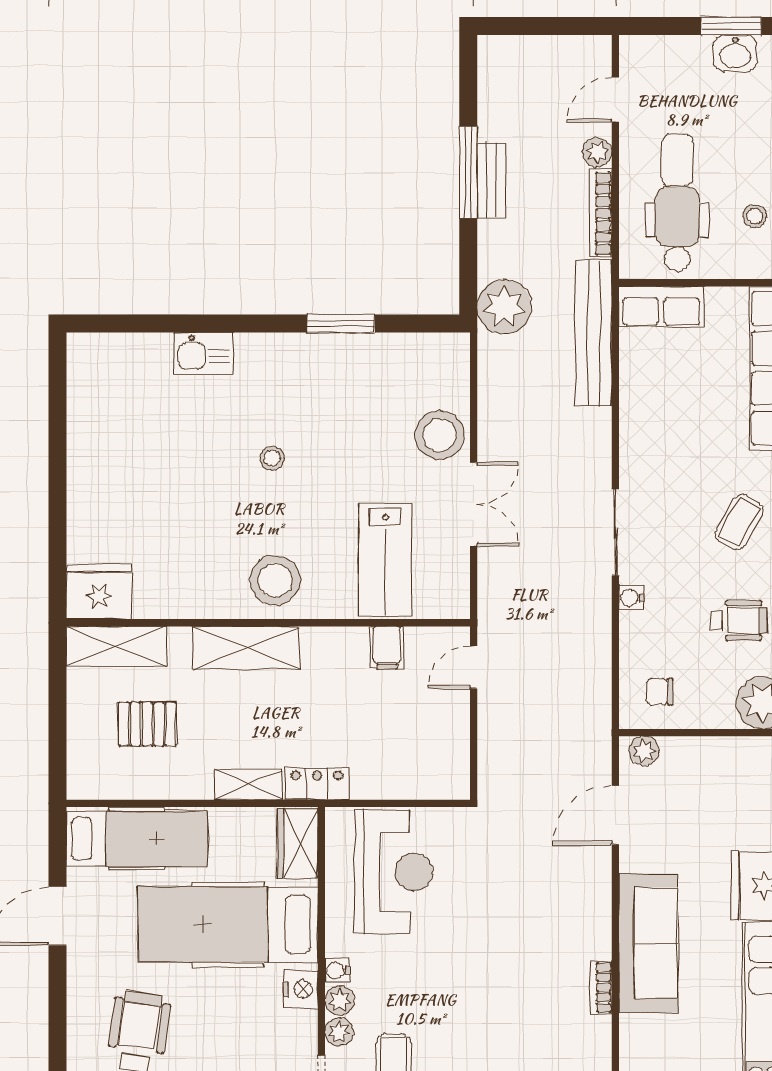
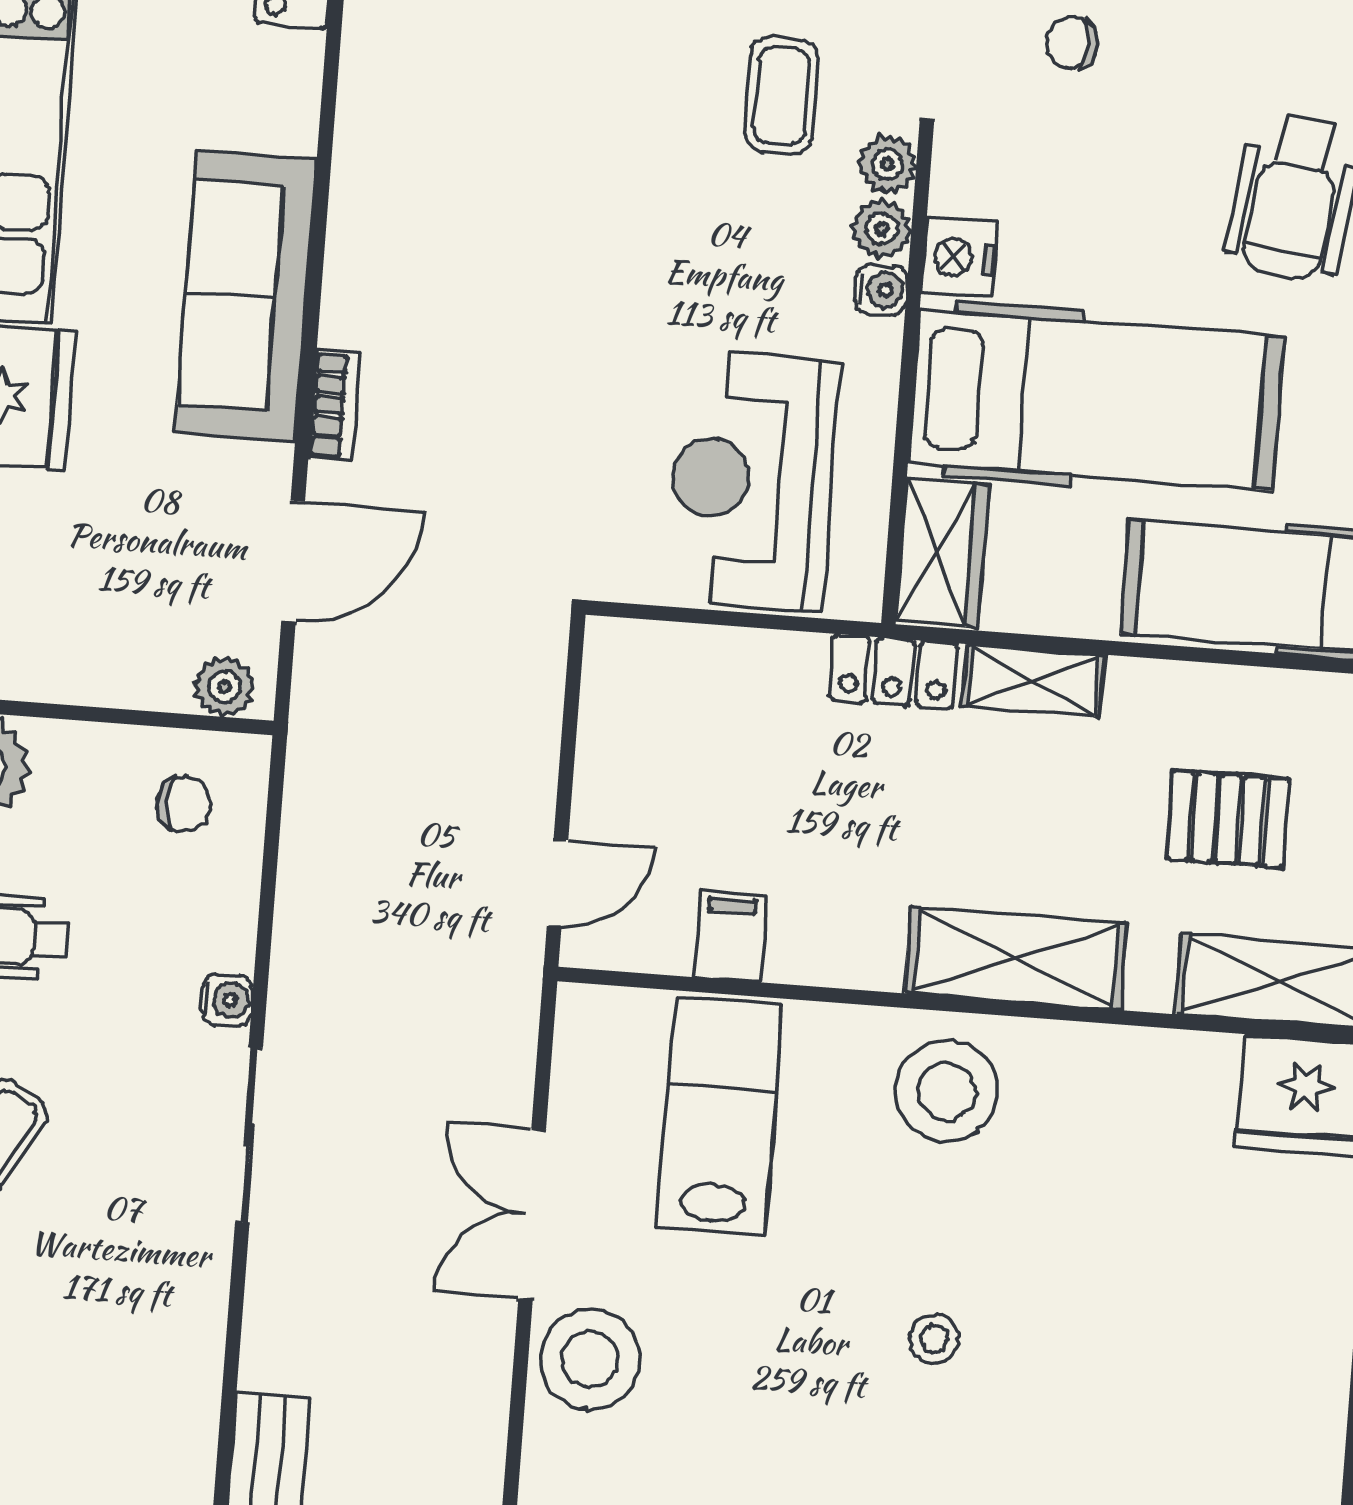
bookcase: (601, 987) -> (334, 406), moved

